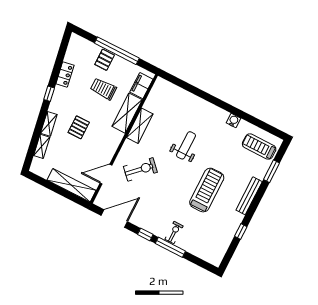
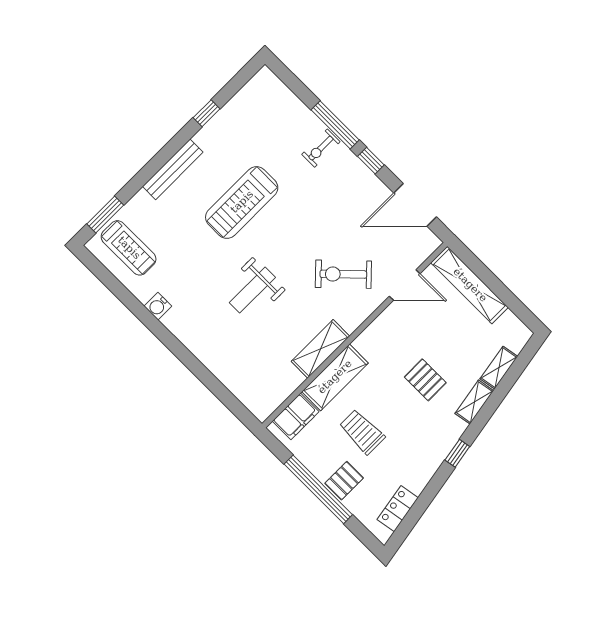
locker: (65, 74) -> (398, 509), moved
trolley: (103, 89) -> (362, 432), turned 180
pallet: (79, 127) -> (425, 380), turned 90
window: (272, 171) -> (105, 214), moved

